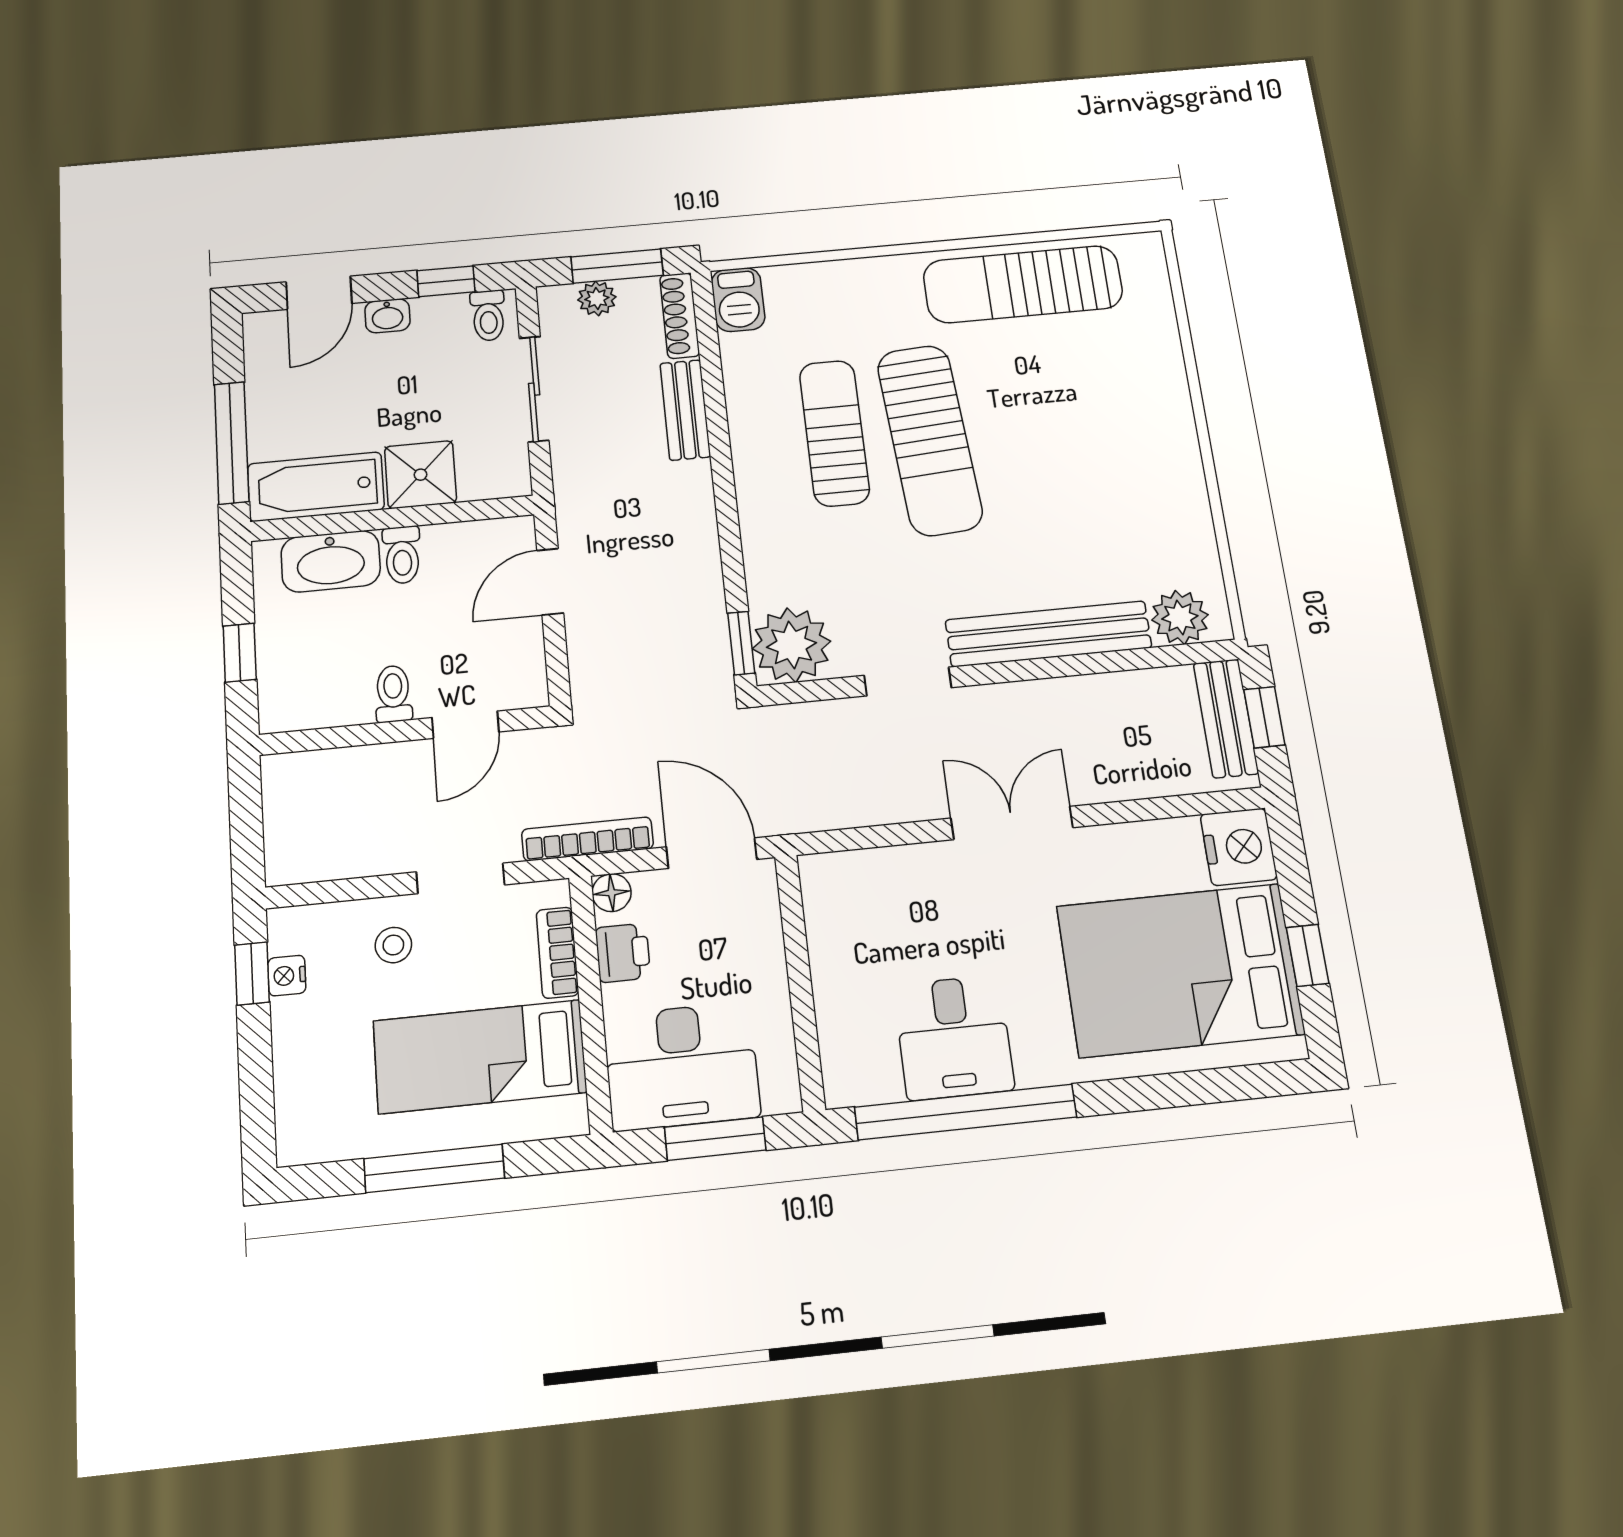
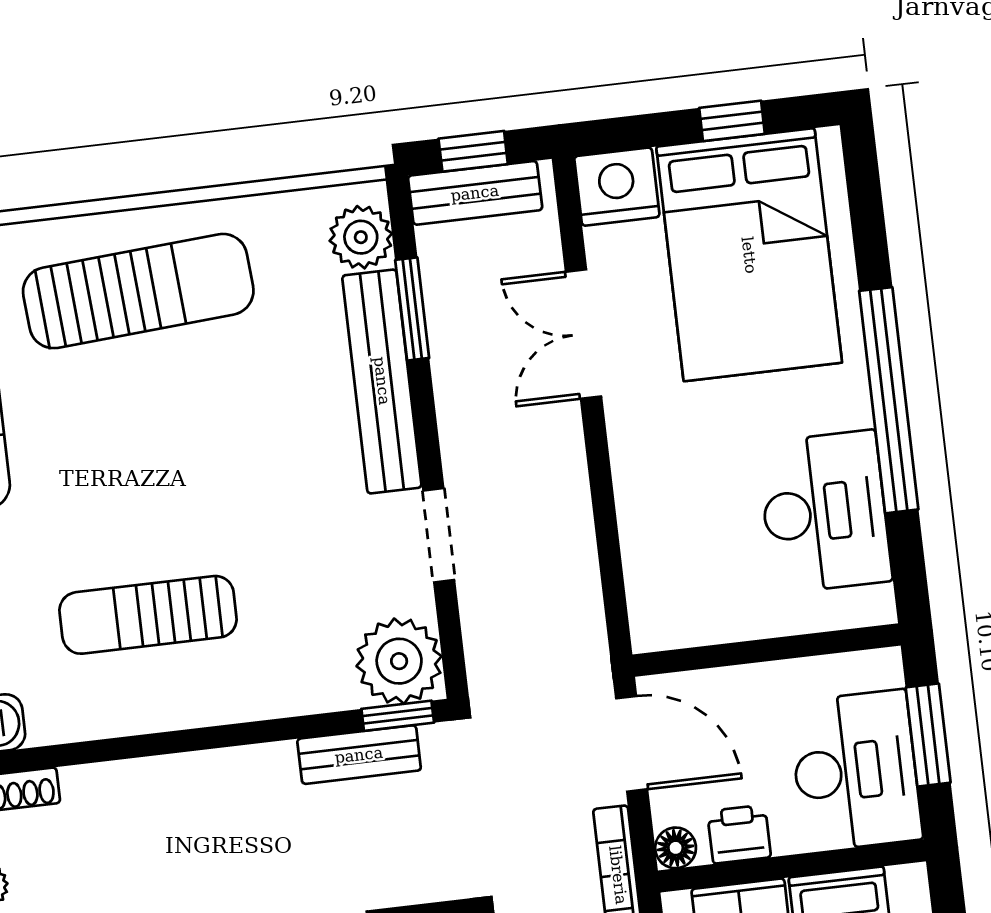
bench: (685, 410) -> (359, 755), moved
sun lounger: (930, 440) -> (138, 291), moved
window: (1116, 661) -> (412, 309), added
double door: (1012, 823) -> (584, 334), moved
door: (712, 853) -> (632, 744), swing flipped
desk: (954, 1037) -> (825, 512), width x1.37
window: (966, 1112) -> (889, 400), moved

